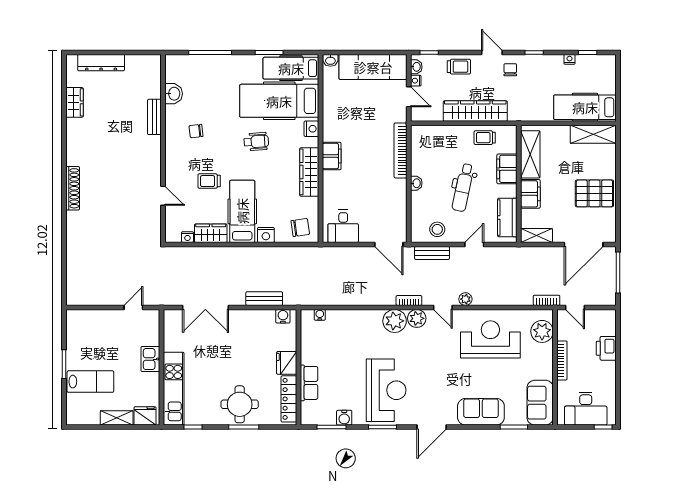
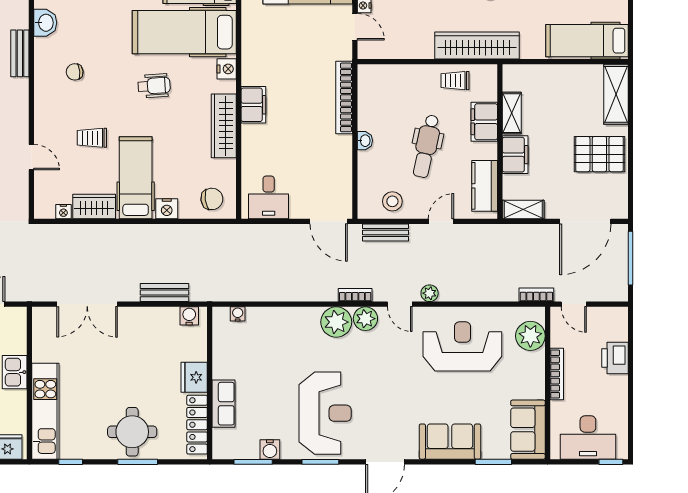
wardrobe: (475, 111) -> (477, 46), moved
shelving: (593, 134) -> (616, 94), moved, turned 90
shelving: (530, 154) -> (512, 113), width x0.67, depth x0.75

